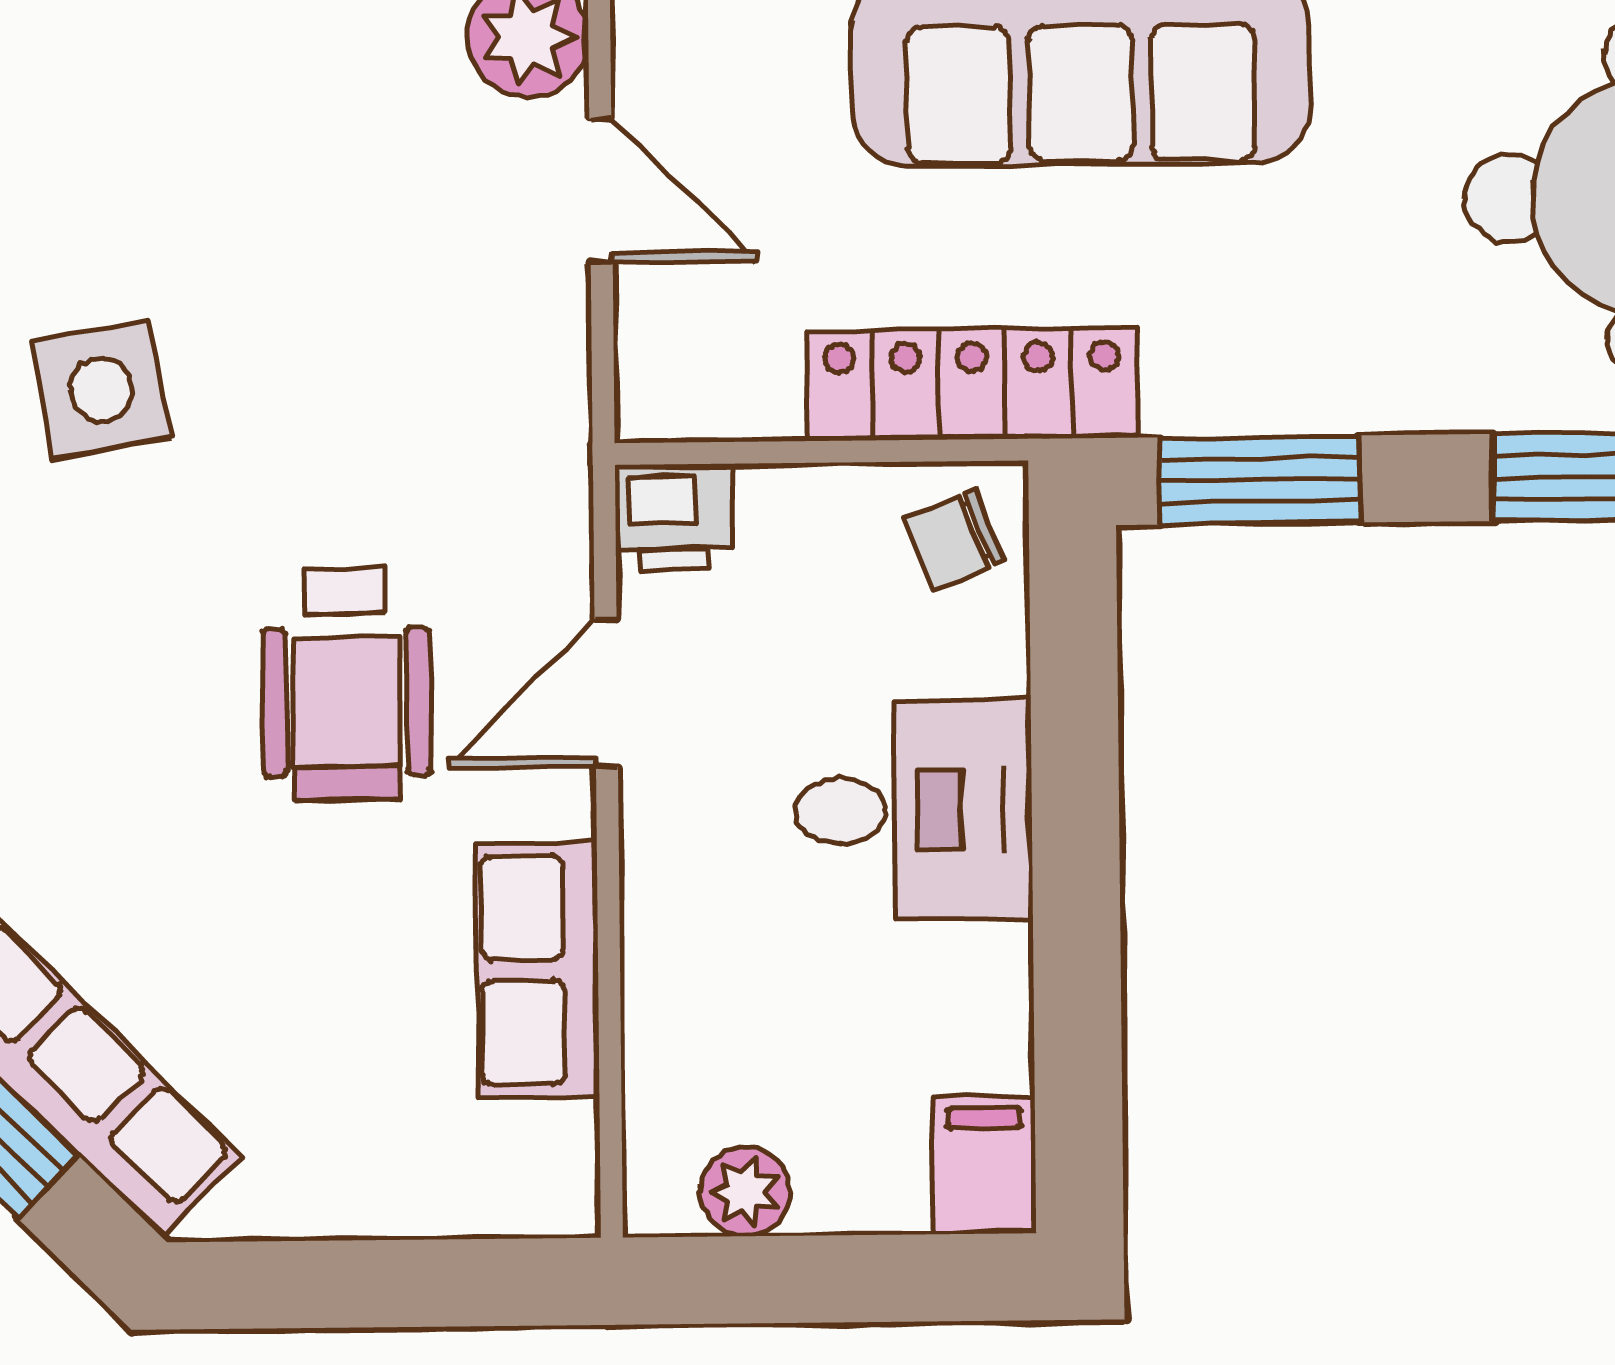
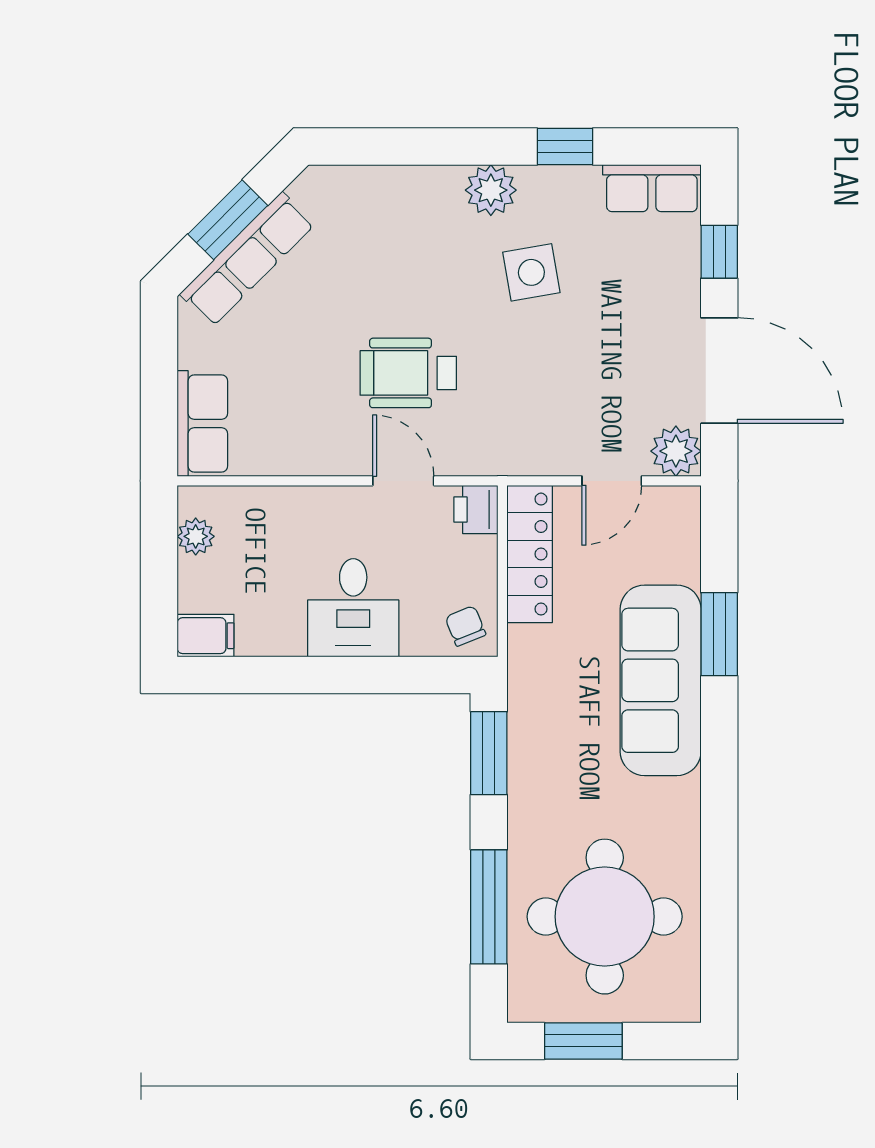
locker: (972, 385) -> (530, 554), moved
row of seats: (537, 970) -> (202, 423), moved, turned 90

